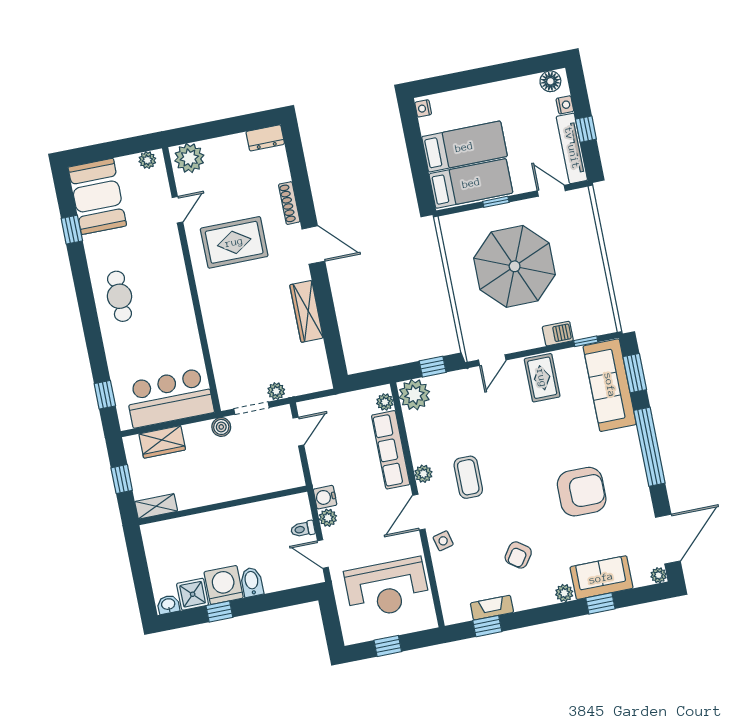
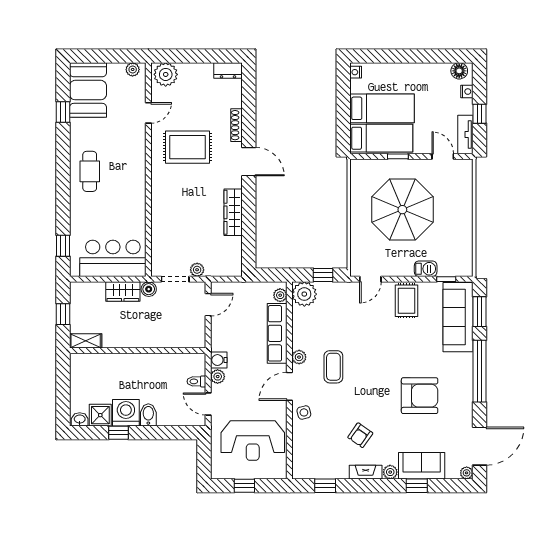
tv unit: (572, 148) -> (465, 134), width x0.71
wardrobe: (162, 442) -> (123, 292), moved
fireplace: (492, 608) -> (366, 472), moved

